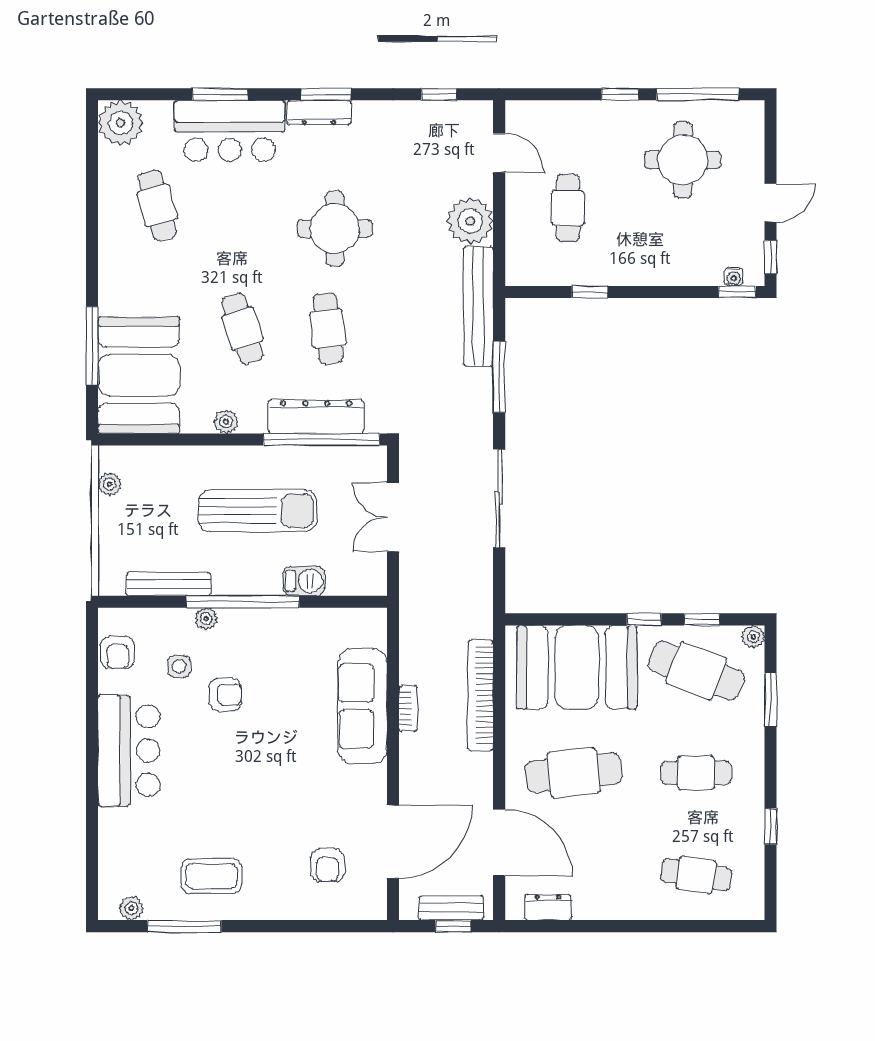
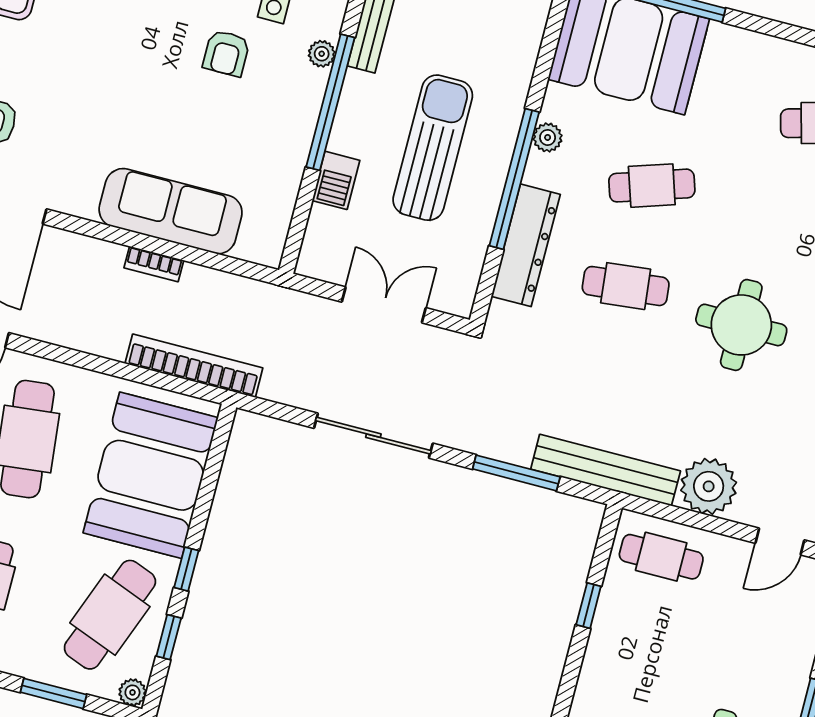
cafe table: (568, 208) -> (661, 557), moved
window: (321, 439) -> (514, 179), moved
sun lounger: (258, 511) -> (433, 148), turned 180
bookcase: (481, 695) -> (194, 366), moved

